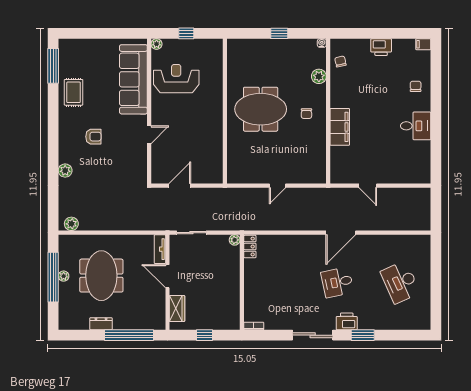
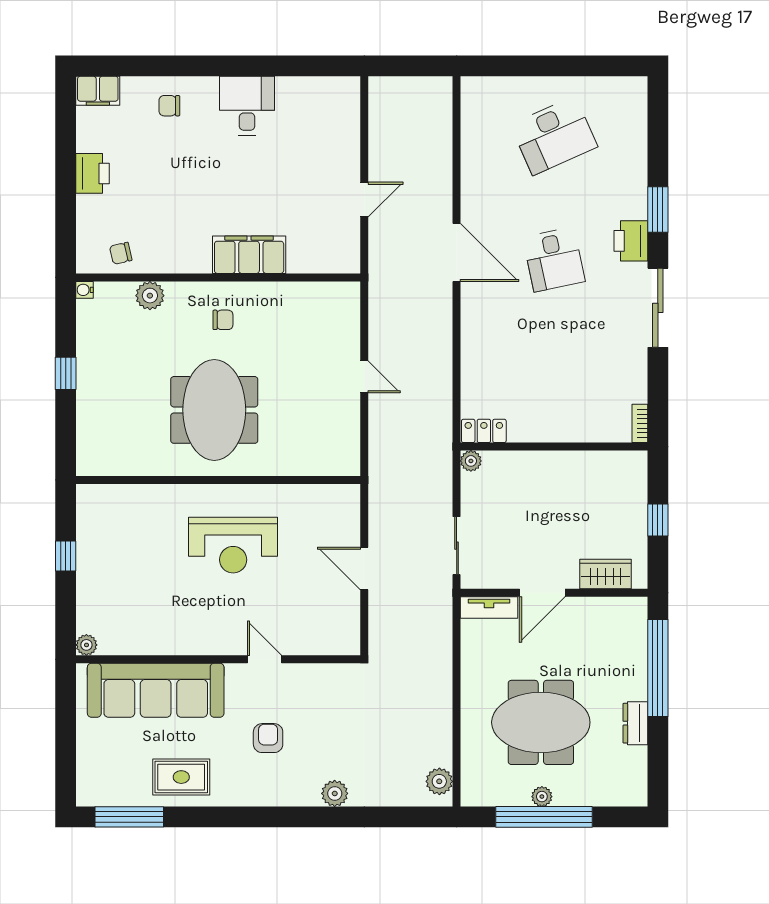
plant: (157, 44) -> (86, 645), moved
filing cabinet: (423, 44) -> (98, 91), width x2.00
sofa: (133, 79) -> (156, 690), moved
reception desk: (176, 79) -> (233, 545), moved, turned -90
wall: (149, 111) -> (218, 659), moved
door: (149, 135) -> (265, 659), moved

